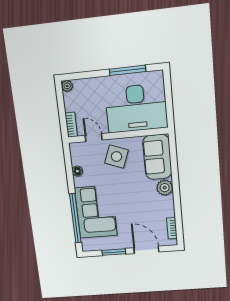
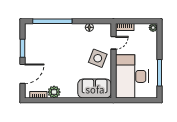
plant: (165, 188) -> (54, 92), moved
corner sofa: (96, 212) -> (56, 38), removed

